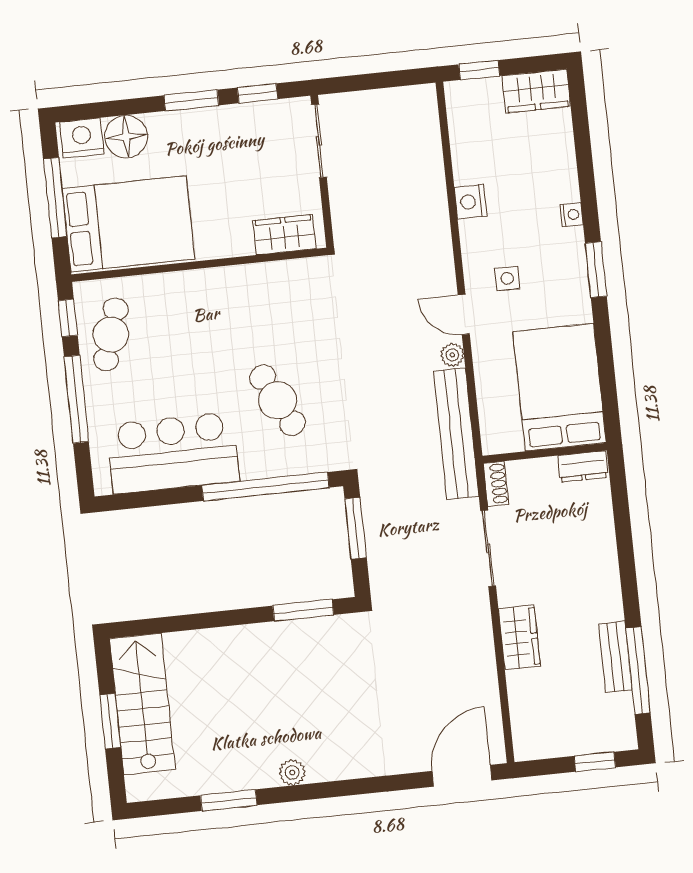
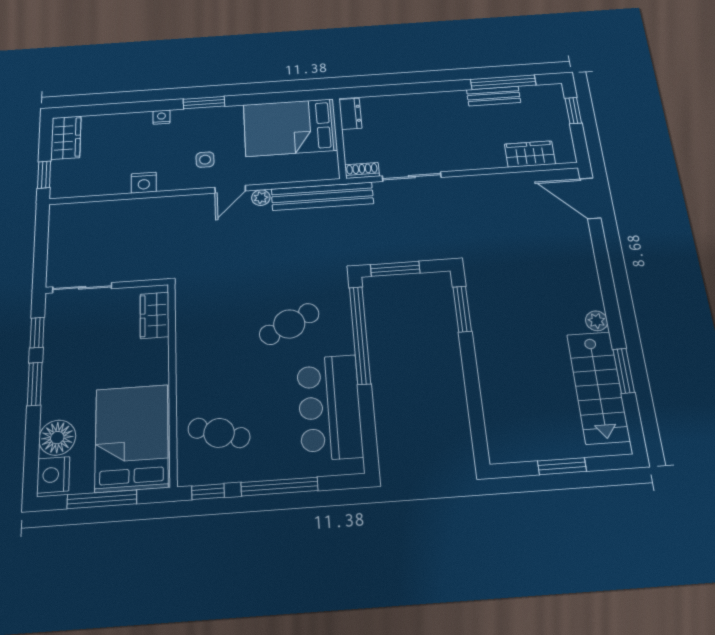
cafe table: (111, 334) -> (219, 433), moved
wardrobe: (519, 637) -> (530, 154), moved
stairs: (142, 704) -> (598, 387), moved, turned -90

